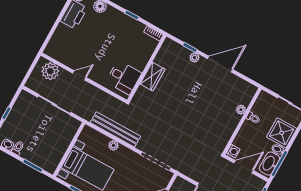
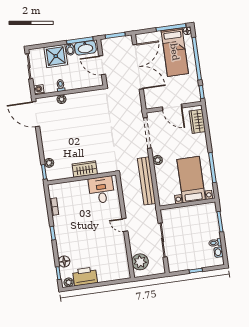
door: (220, 64) -> (36, 114), moved
wall: (147, 68) -> (82, 178), moved
door: (79, 75) -> (125, 225), moved
desk: (124, 77) -> (101, 190), moved
wardrobe: (153, 77) -> (85, 169), moved
plant: (113, 145) -> (158, 160), moved
washing machine: (233, 151) -> (39, 90), moved

